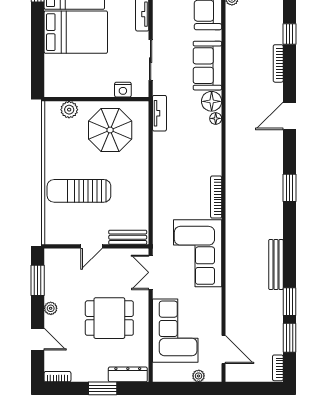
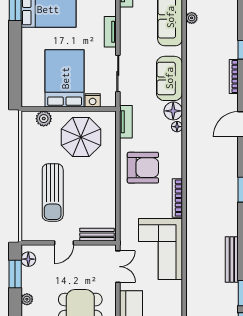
bed: (76, 32) -> (65, 78), moved, turned -90
armchair: (178, 164) -> (143, 168), added
sun lounger: (79, 191) -> (53, 192), turned -90
floor lamp: (52, 264) -> (28, 259), added
double door: (151, 272) -> (118, 267), swing flipped

